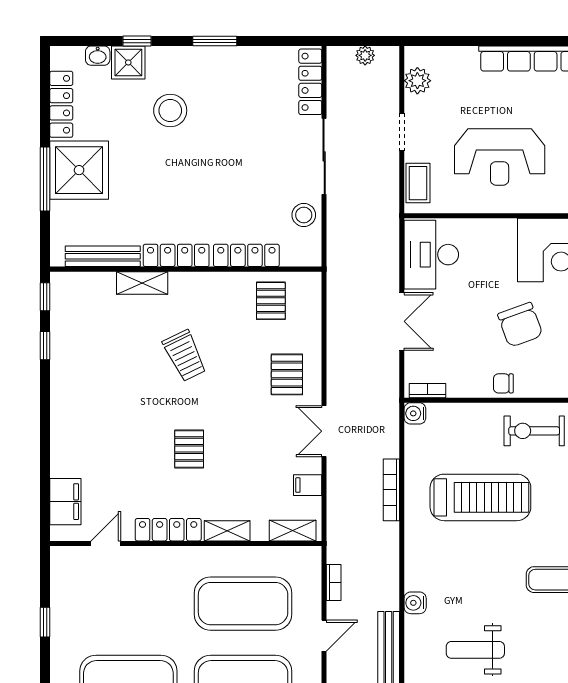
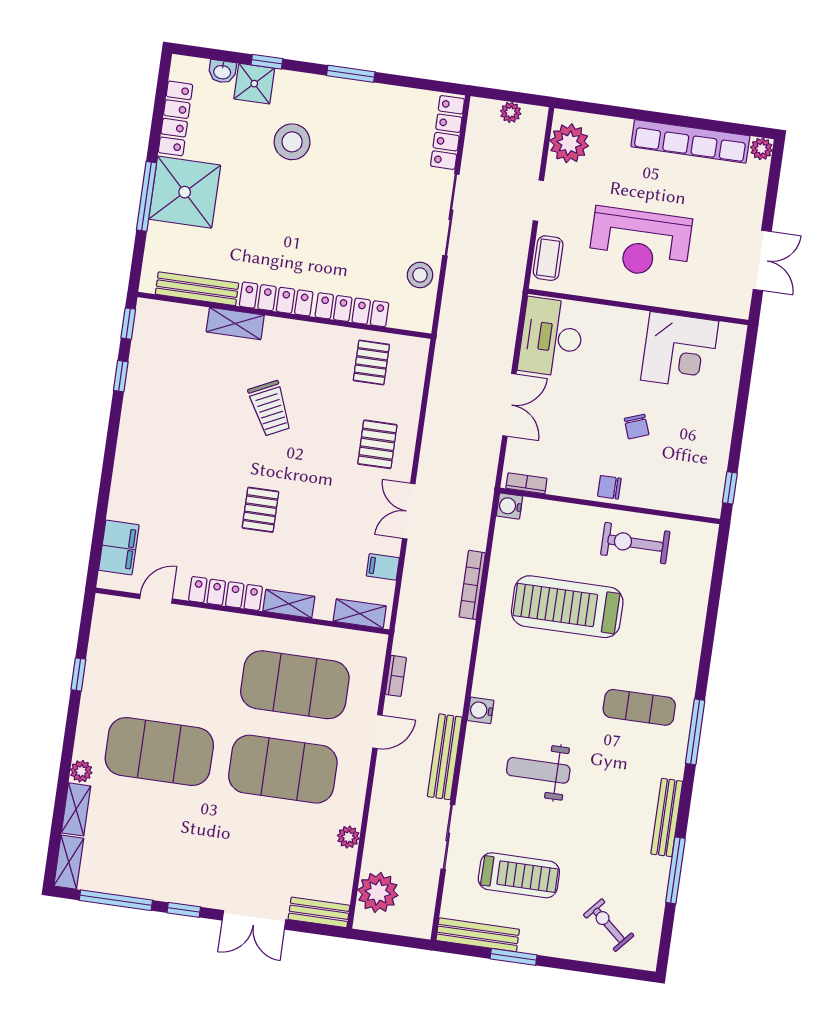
plant: (417, 81) -> (569, 143), width x1.36, depth x1.36
chair: (520, 325) -> (637, 427), width x0.54, depth x0.54
treadmill: (480, 497) -> (567, 607), turned 180

